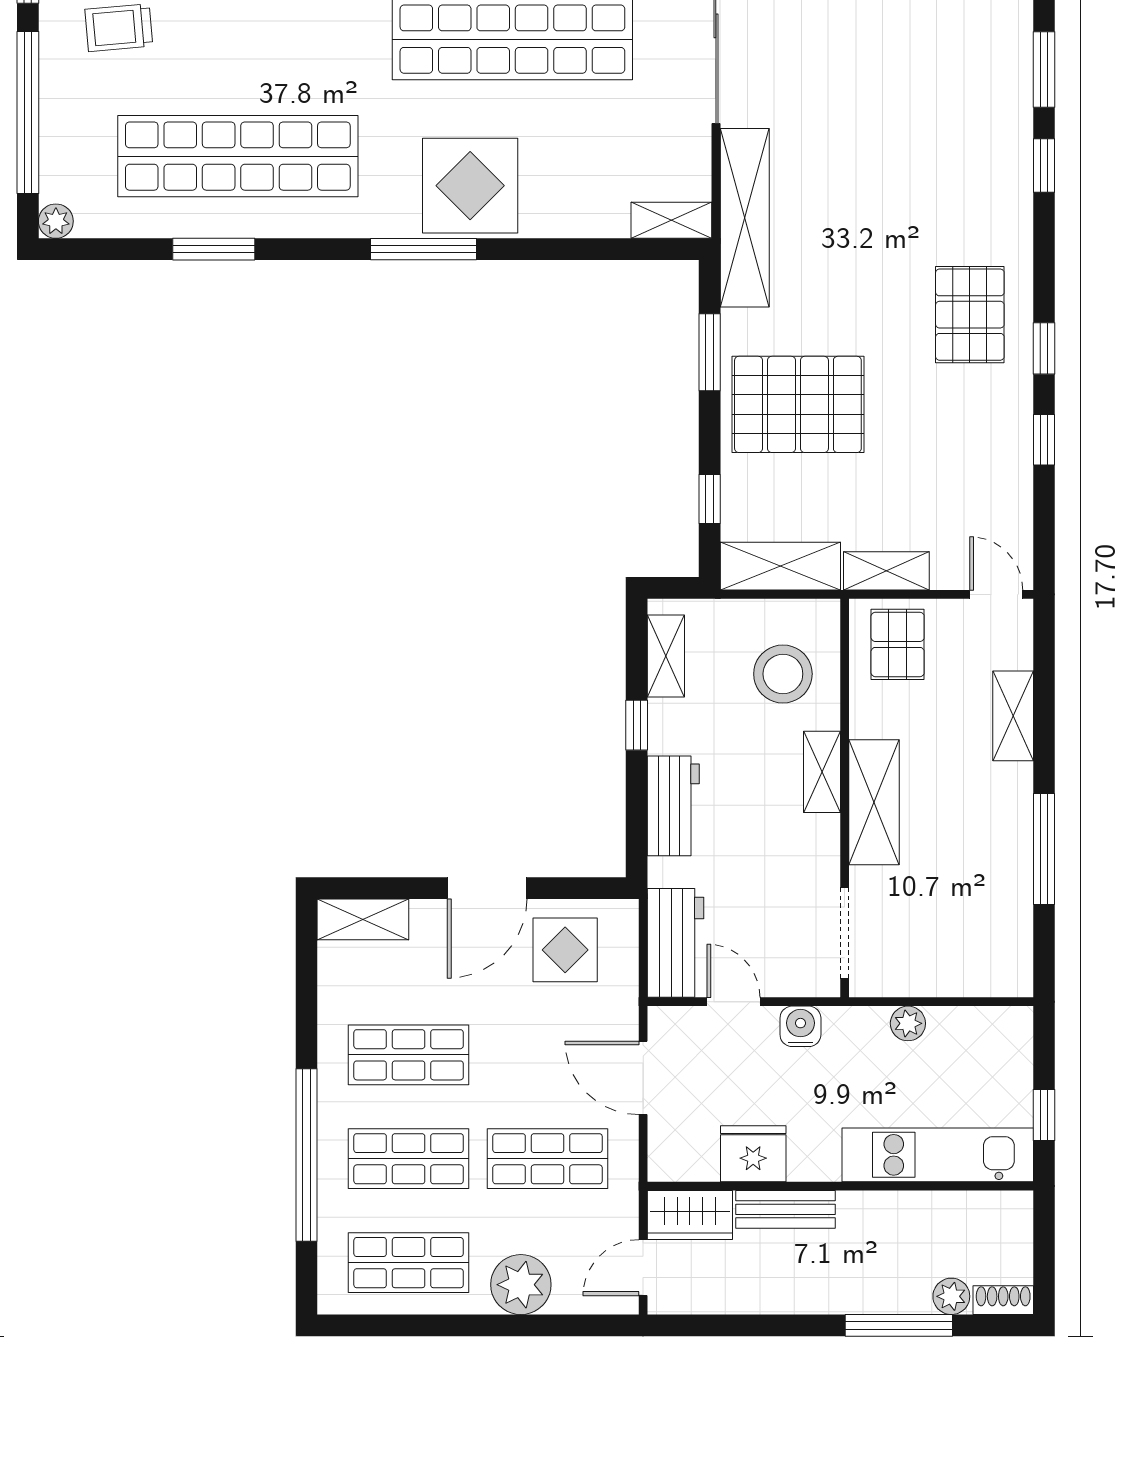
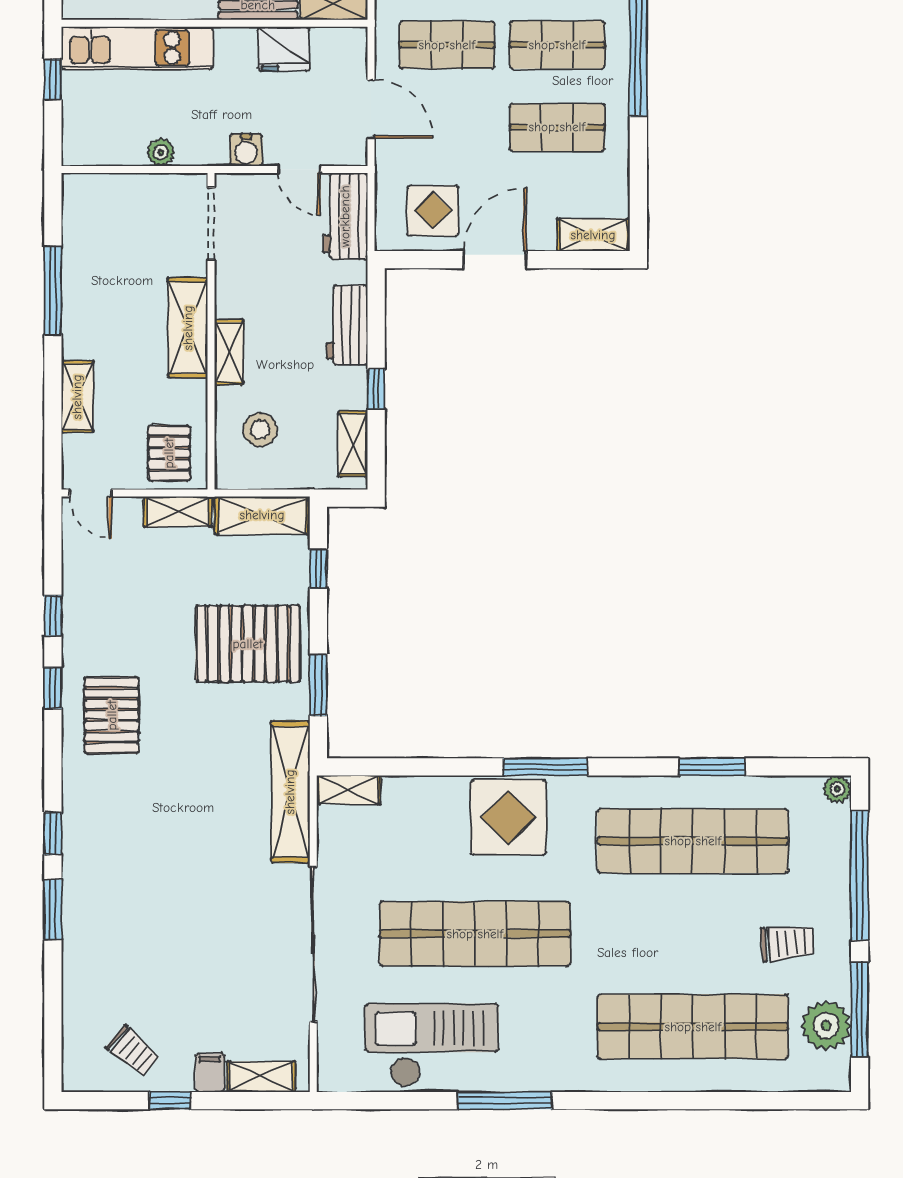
stool: (783, 674) -> (260, 430), width x0.73, depth x0.73

